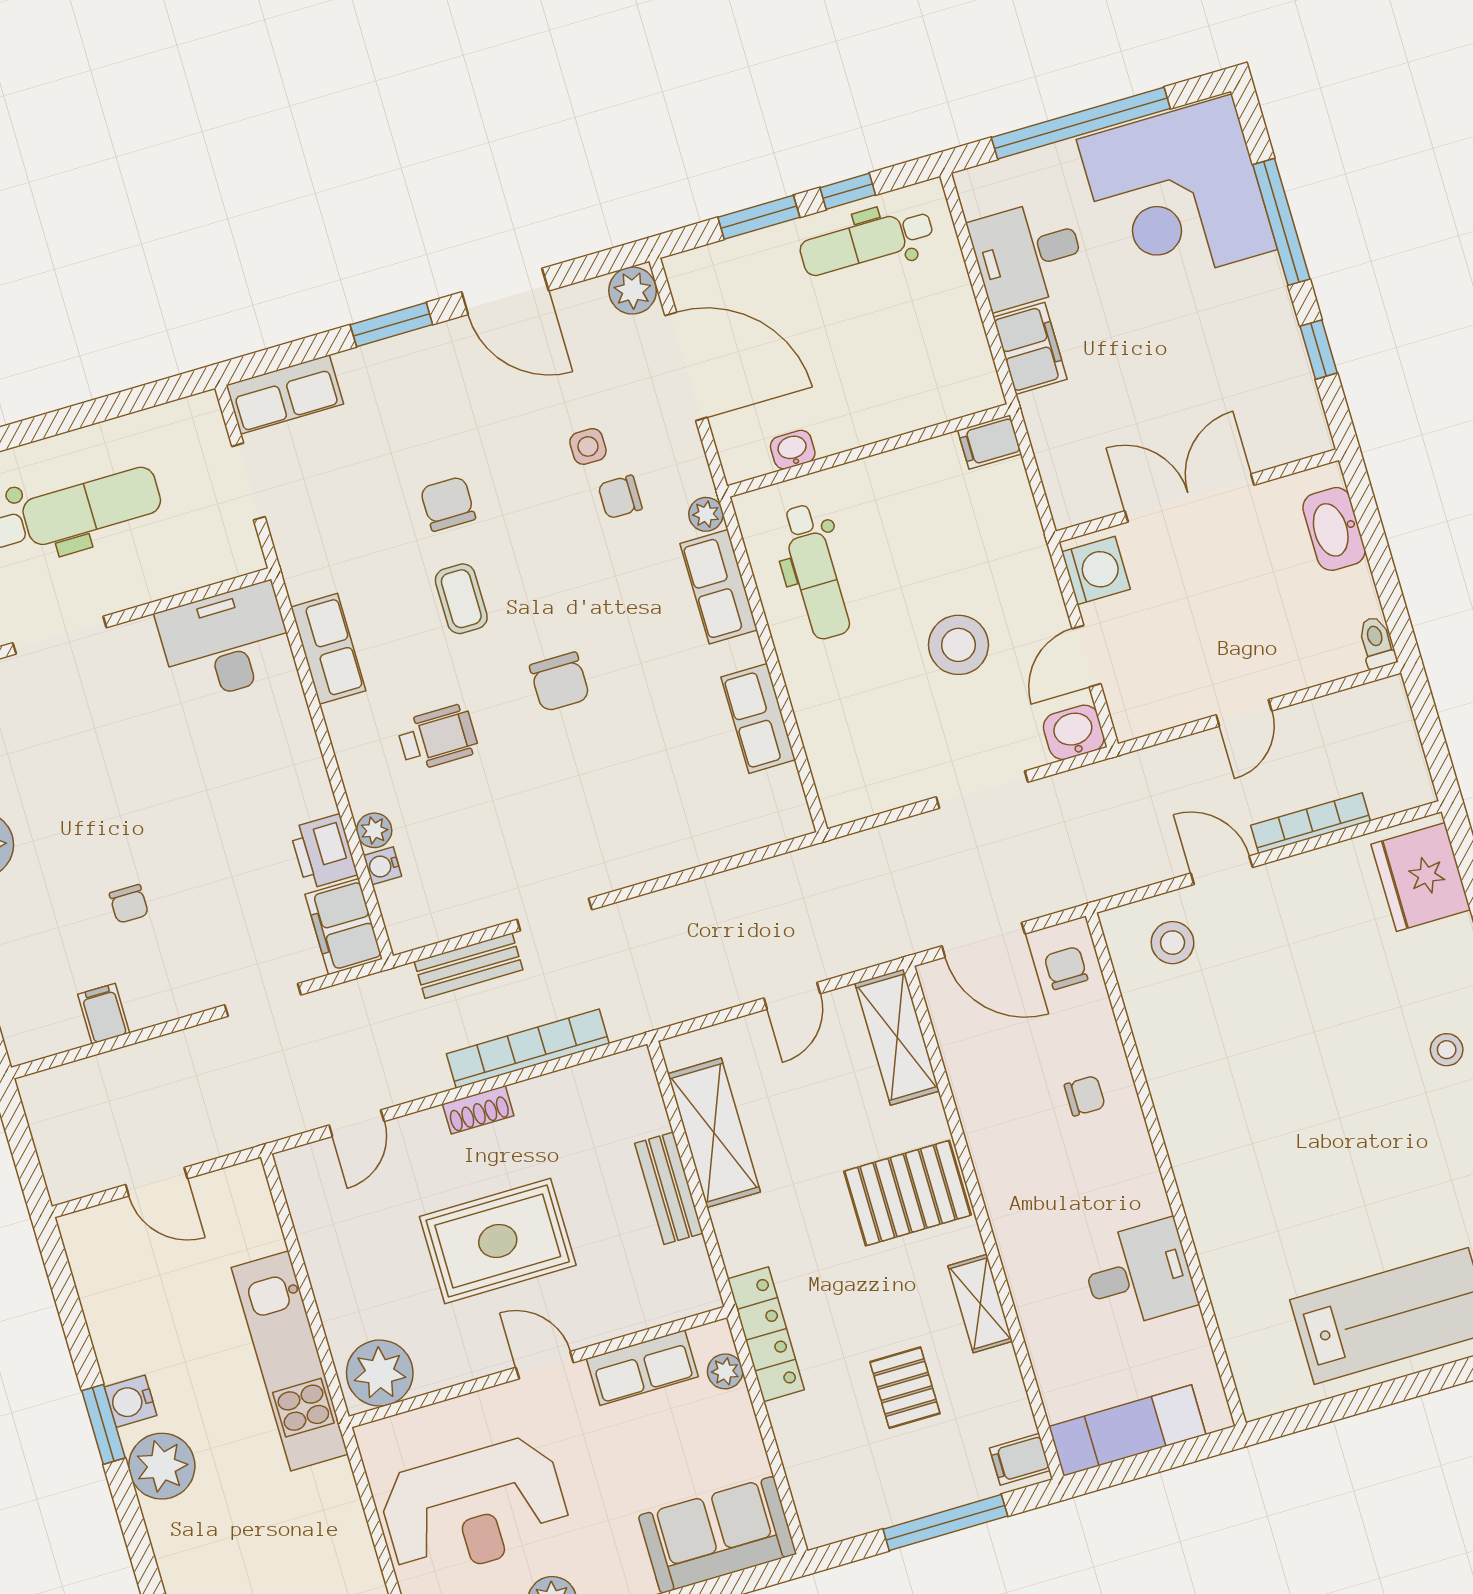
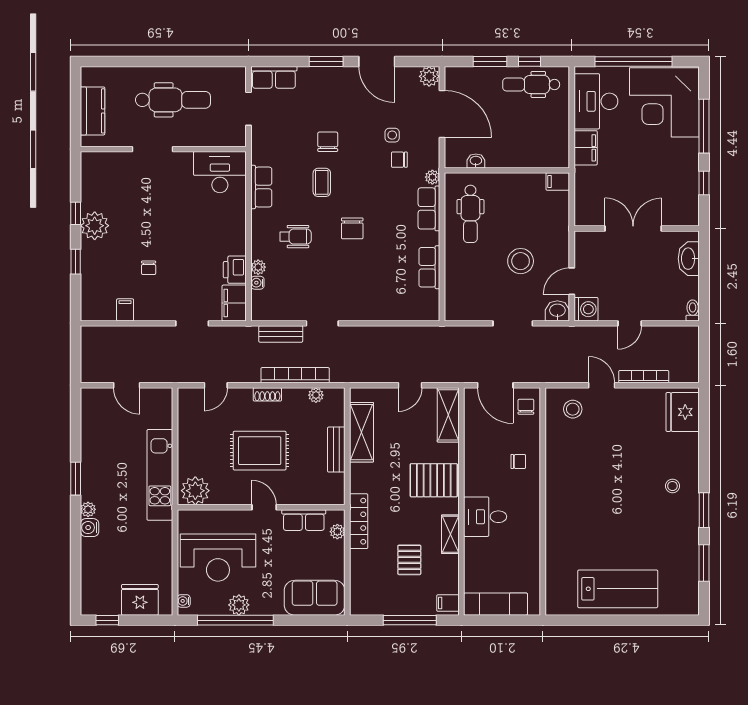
desk: (1028, 254) -> (596, 101), width x1.37
washing machine: (1096, 570) -> (586, 309), moved
plant: (588, 1080) -> (316, 395), added
desk: (1139, 1274) -> (485, 517), moved, turned 180
water cooler: (131, 1401) -> (90, 528), moved
plant: (162, 1466) -> (88, 509), width x0.53, depth x0.53

